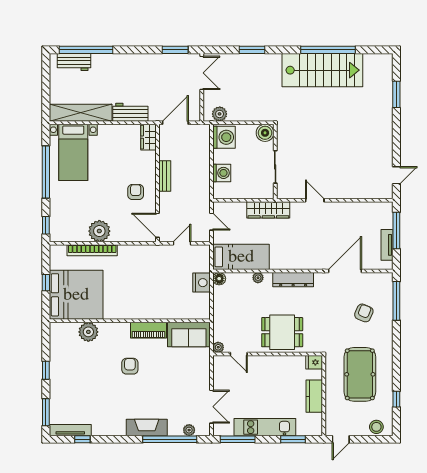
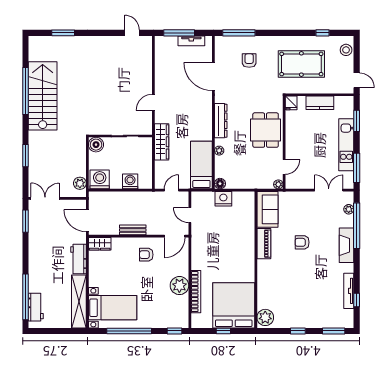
armchair: (364, 313) -> (249, 61), turned 67
plant: (88, 332) -> (265, 317), moved
armchair: (130, 366) -> (302, 242), moved
tv unit: (70, 430) -> (349, 291), moved

